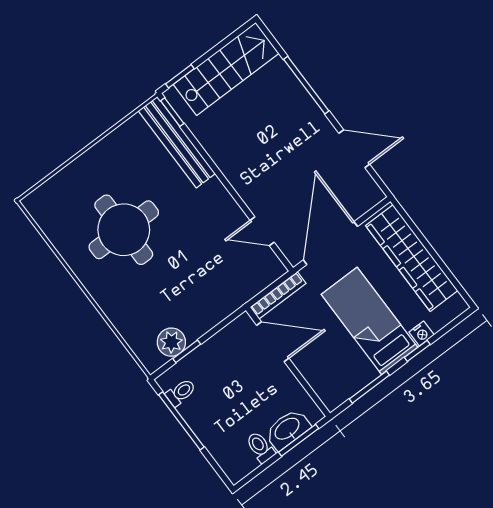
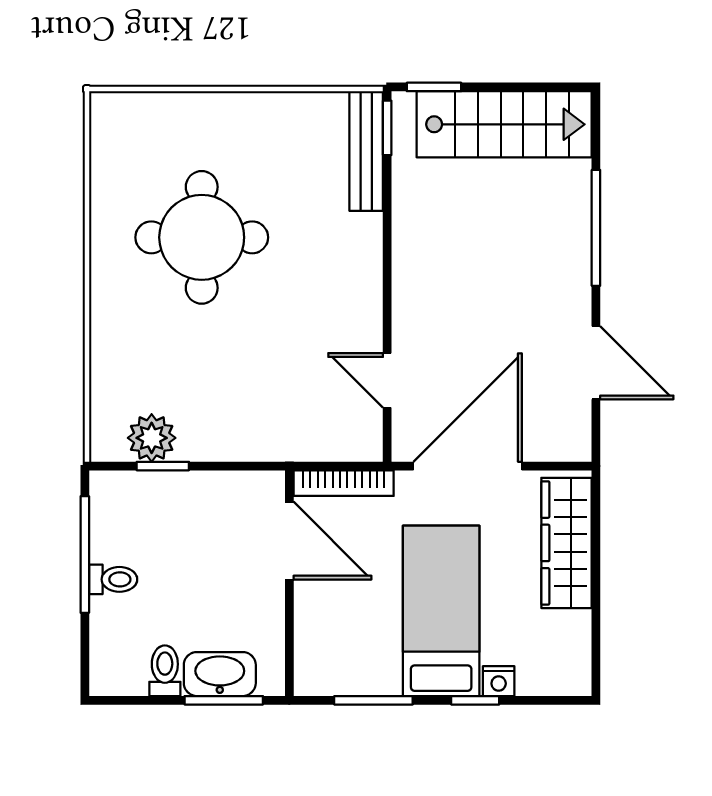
bench: (177, 142) -> (366, 151), width x0.73, depth x0.82
wardrobe: (412, 258) -> (566, 543), width x0.71, depth x0.85
toilet: (181, 392) -> (113, 579), moved

